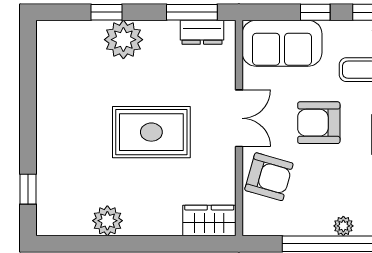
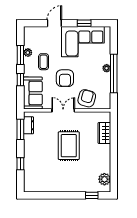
plant: (123, 40) -> (31, 157), removed
wardrobe: (209, 220) -> (104, 133), moved
plant: (107, 221) -> (104, 179), moved

